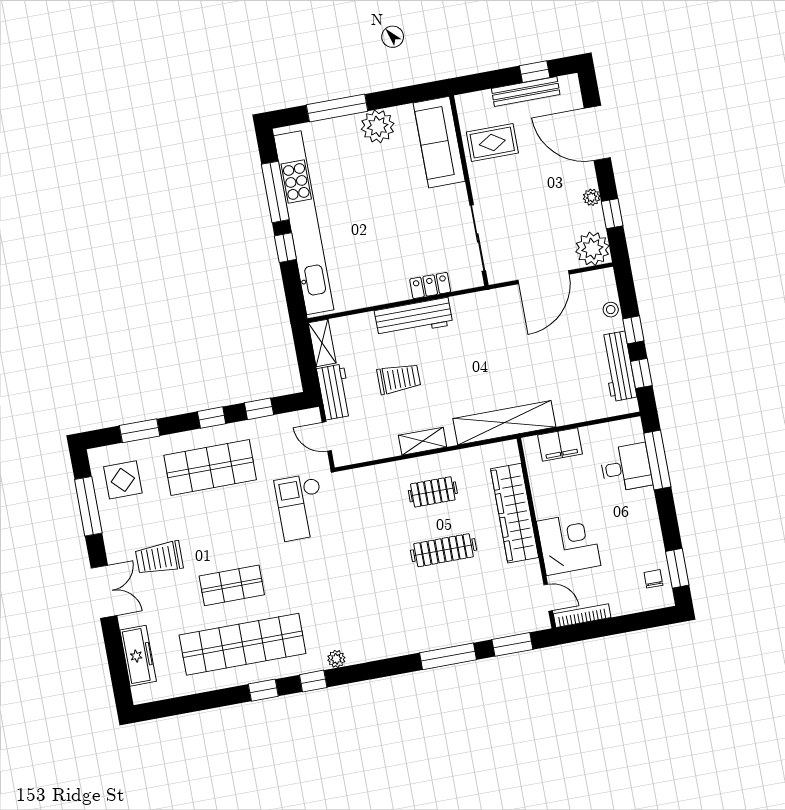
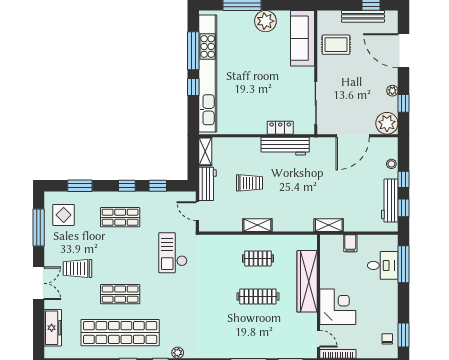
workbench: (414, 318) -> (285, 146), moved
shelving: (504, 423) -> (329, 225), width x0.45, depth x0.75
filing cabinet: (560, 444) -> (350, 243), width x0.50
shop shelf: (210, 468) -> (120, 217), width x0.70, depth x0.74

